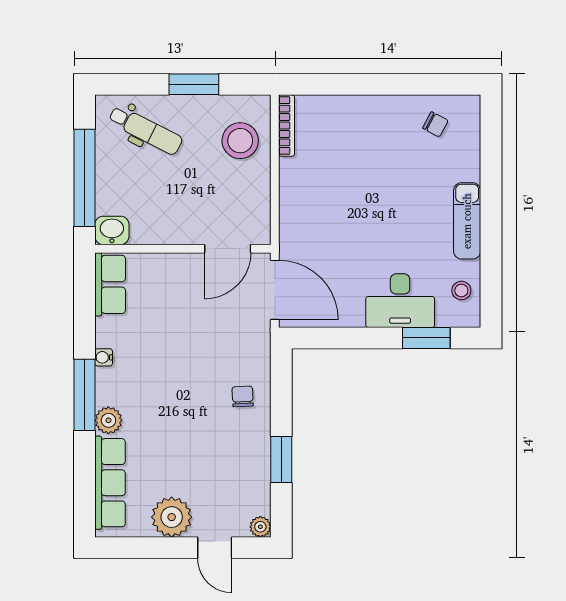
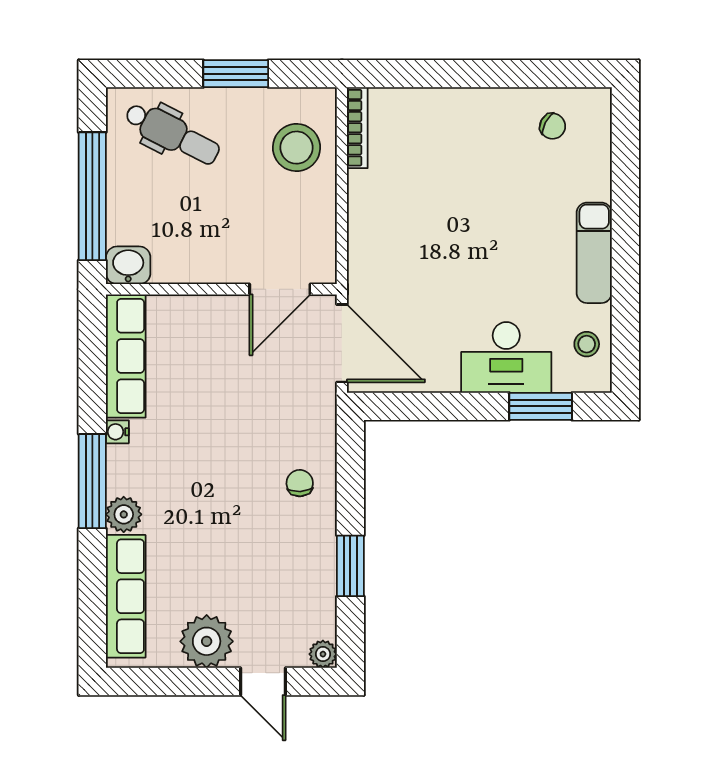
row of seats: (110, 284) -> (126, 356), width x1.48

